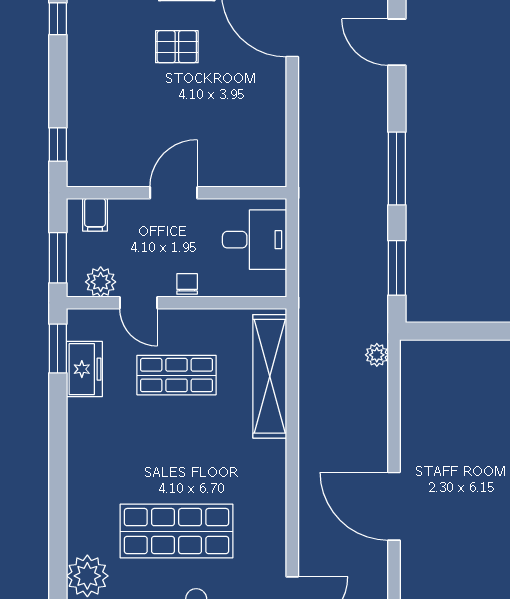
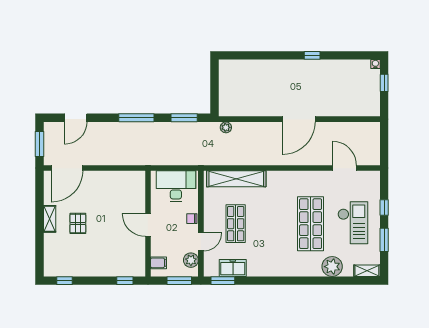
desk: (255, 240) -> (176, 186), width x1.37

